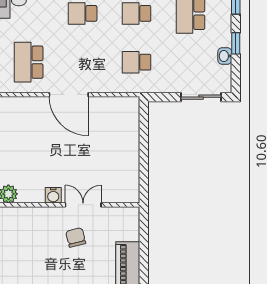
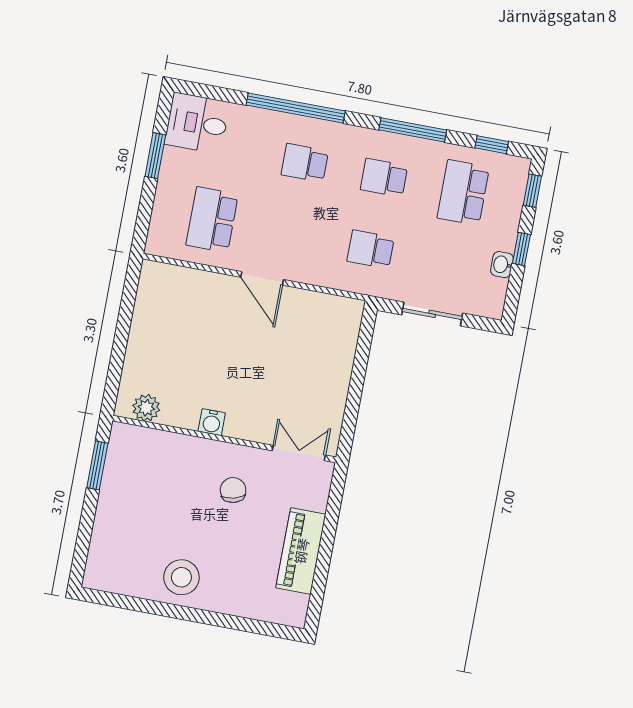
door: (69, 95) -> (262, 278), width x0.73
sliding door: (201, 97) -> (432, 314), moved
double door: (83, 205) -> (299, 453), moved

